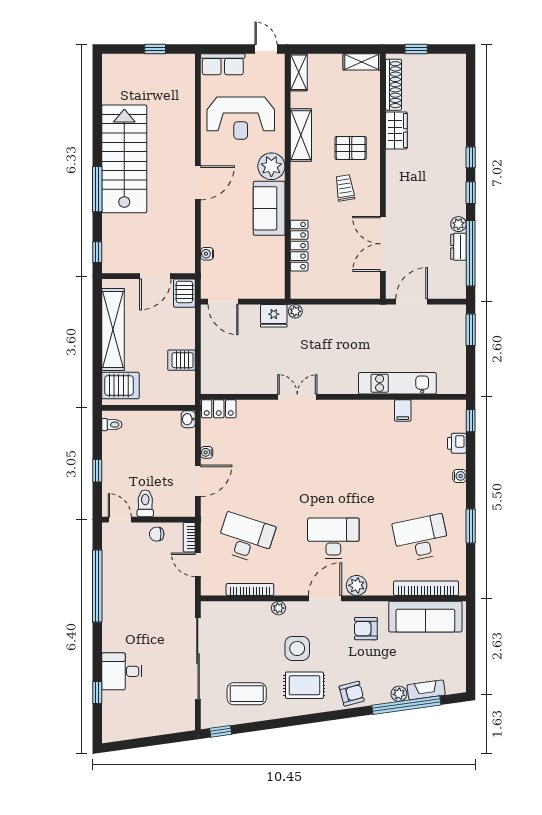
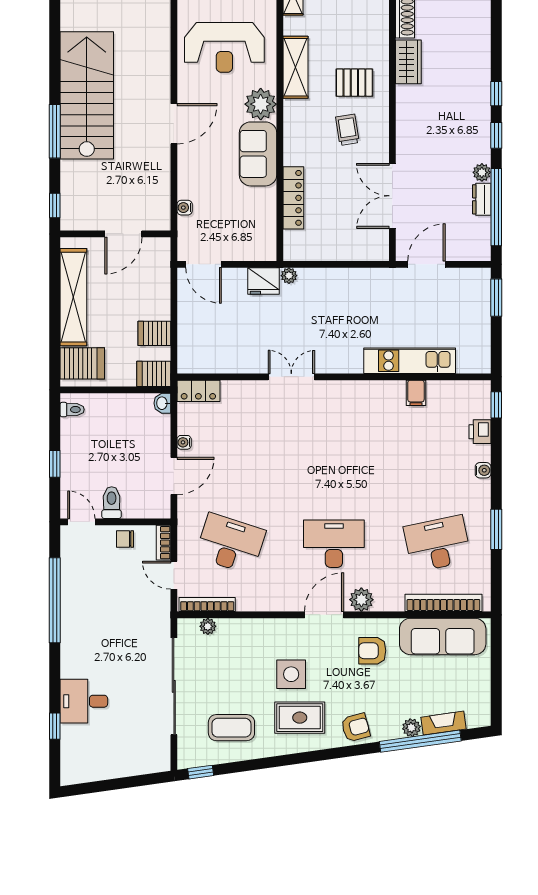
server rack: (184, 293) -> (154, 374), moved, turned 90
bookcase: (250, 589) -> (207, 604), moved
plant: (278, 608) -> (208, 626), moved

